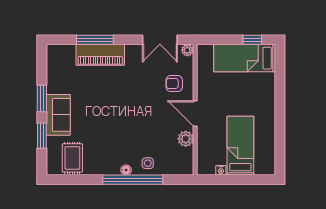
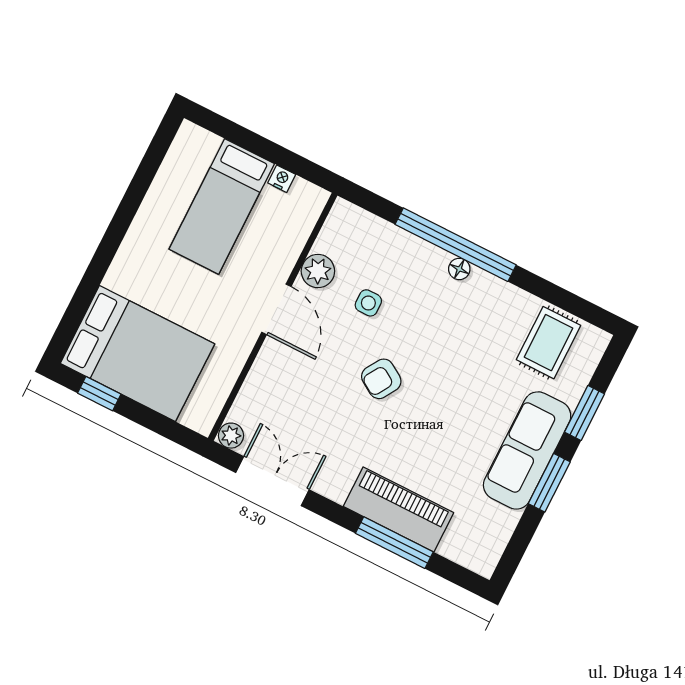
bed: (245, 58) -> (137, 354), width x1.50
armchair: (174, 84) -> (381, 379), moved, turned 122
sofa: (58, 115) -> (527, 450), width x1.36
side table: (148, 163) -> (368, 303), moved

